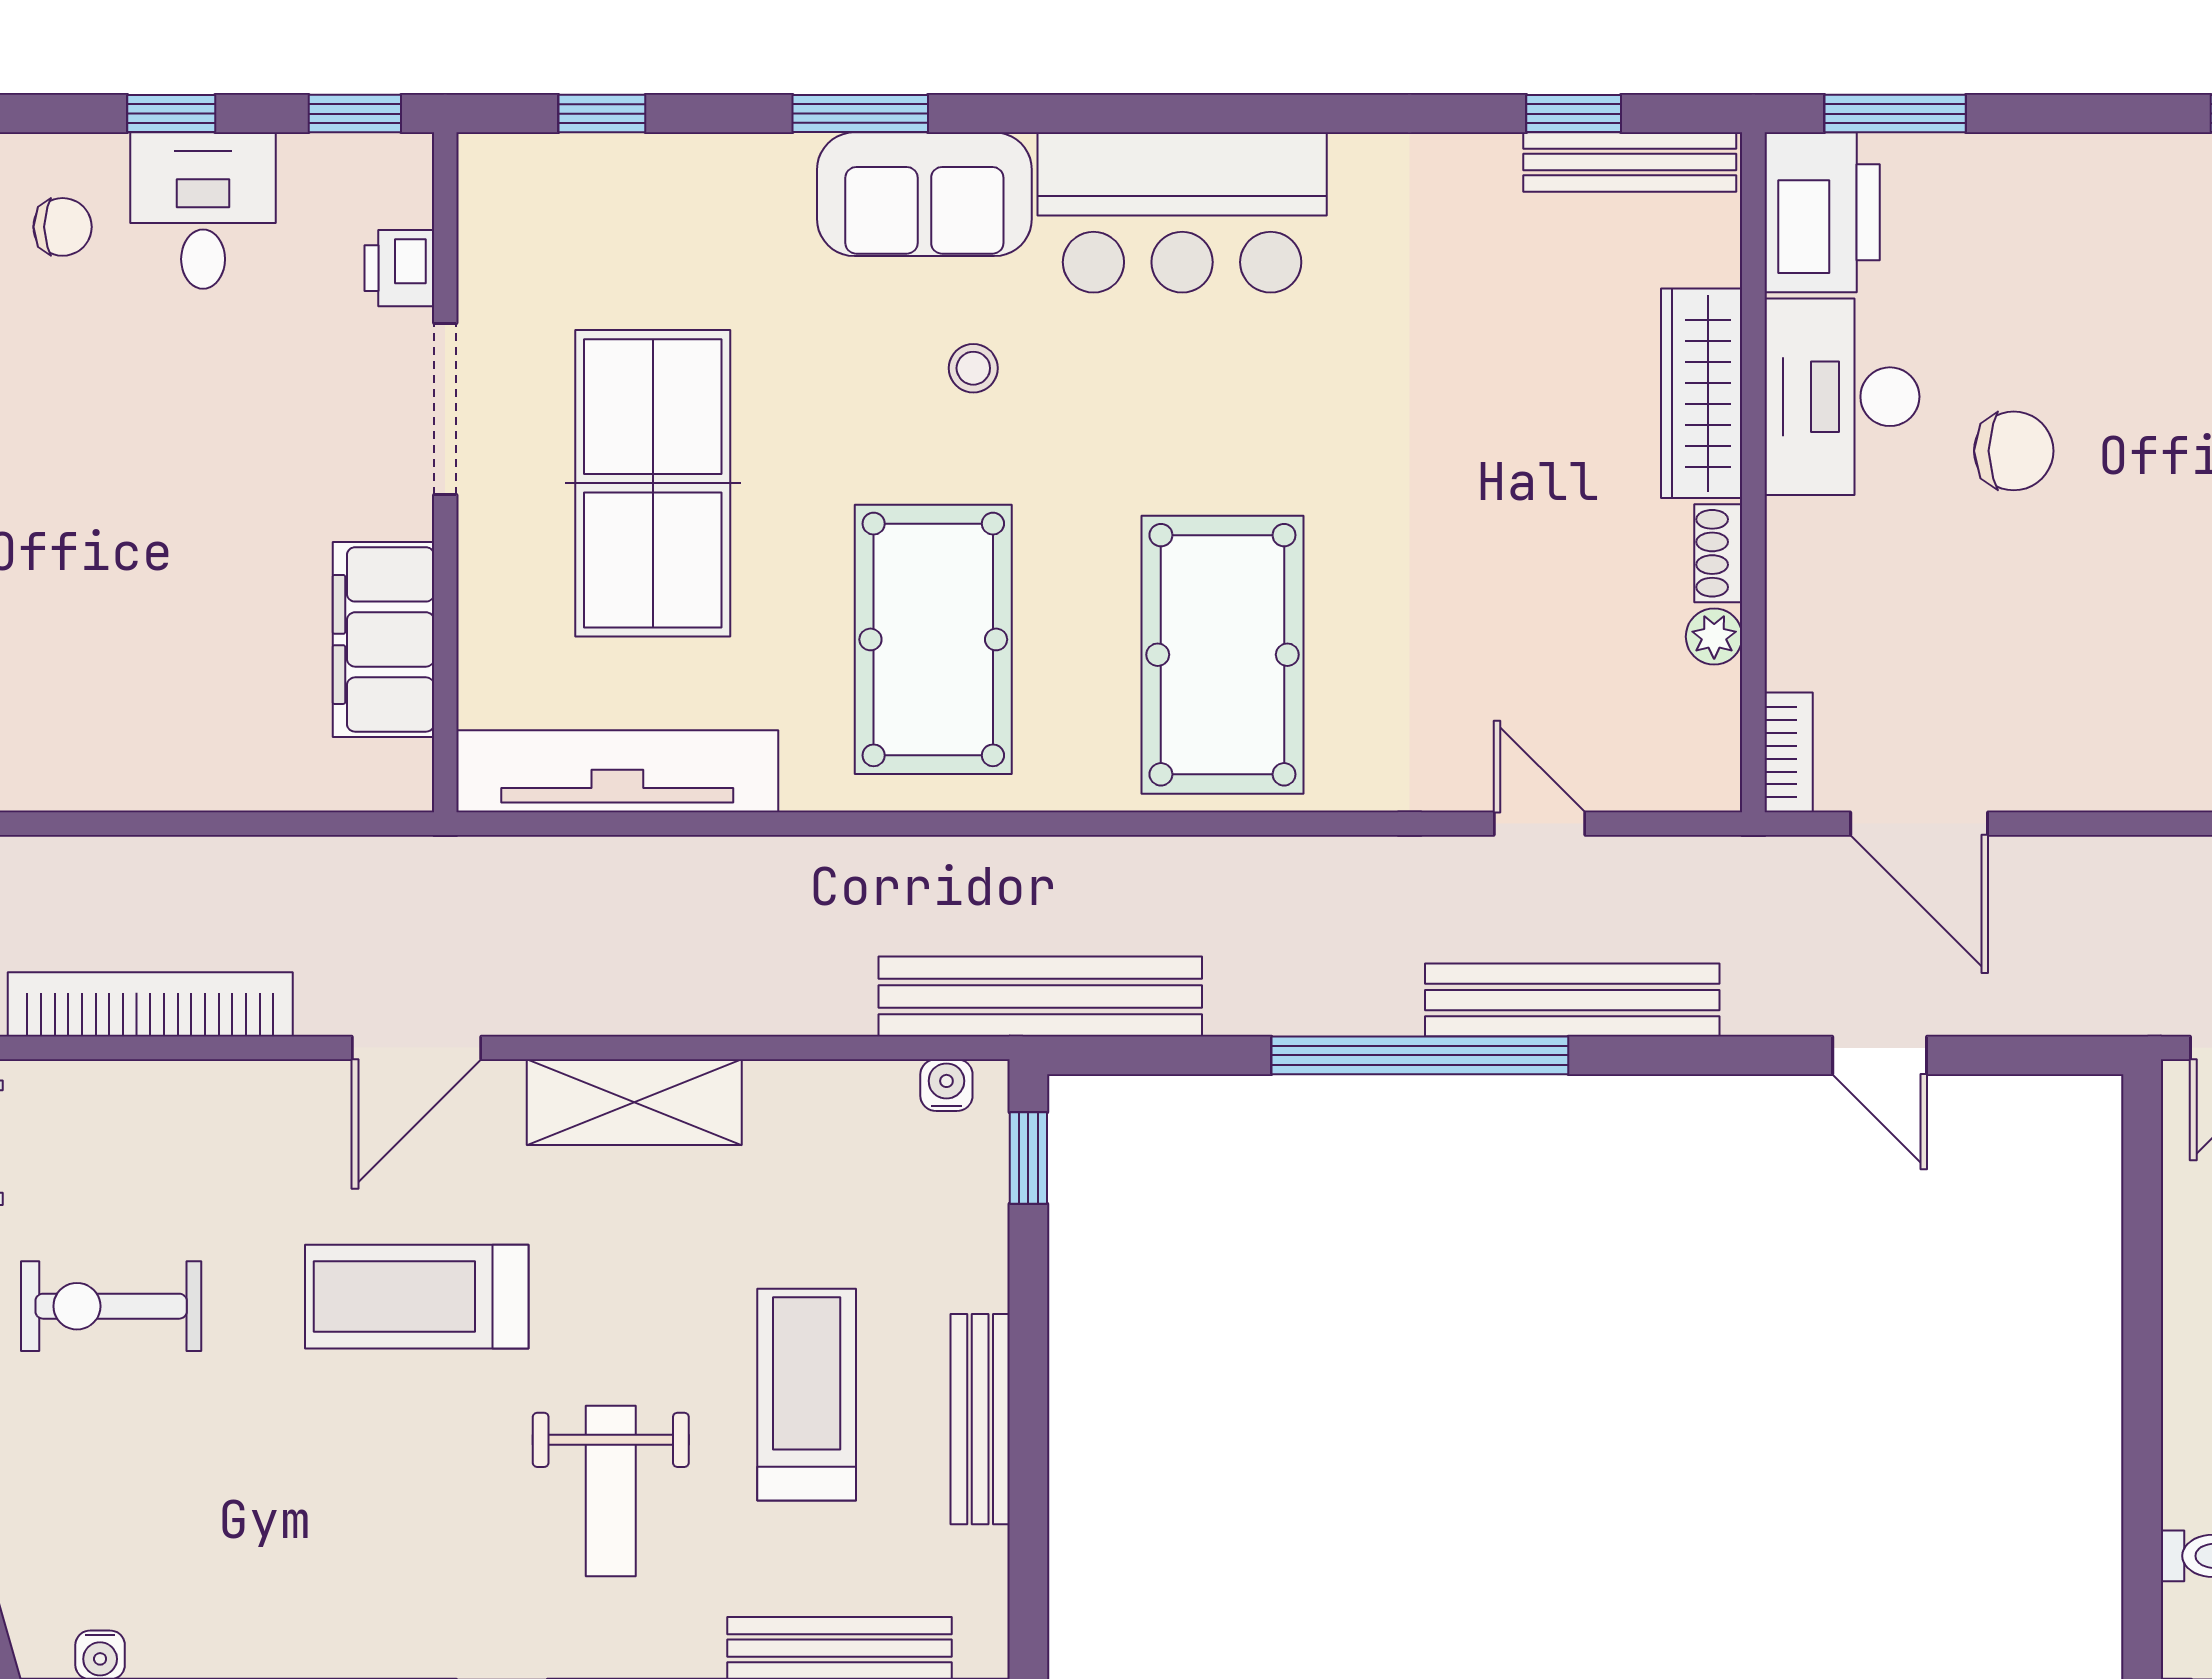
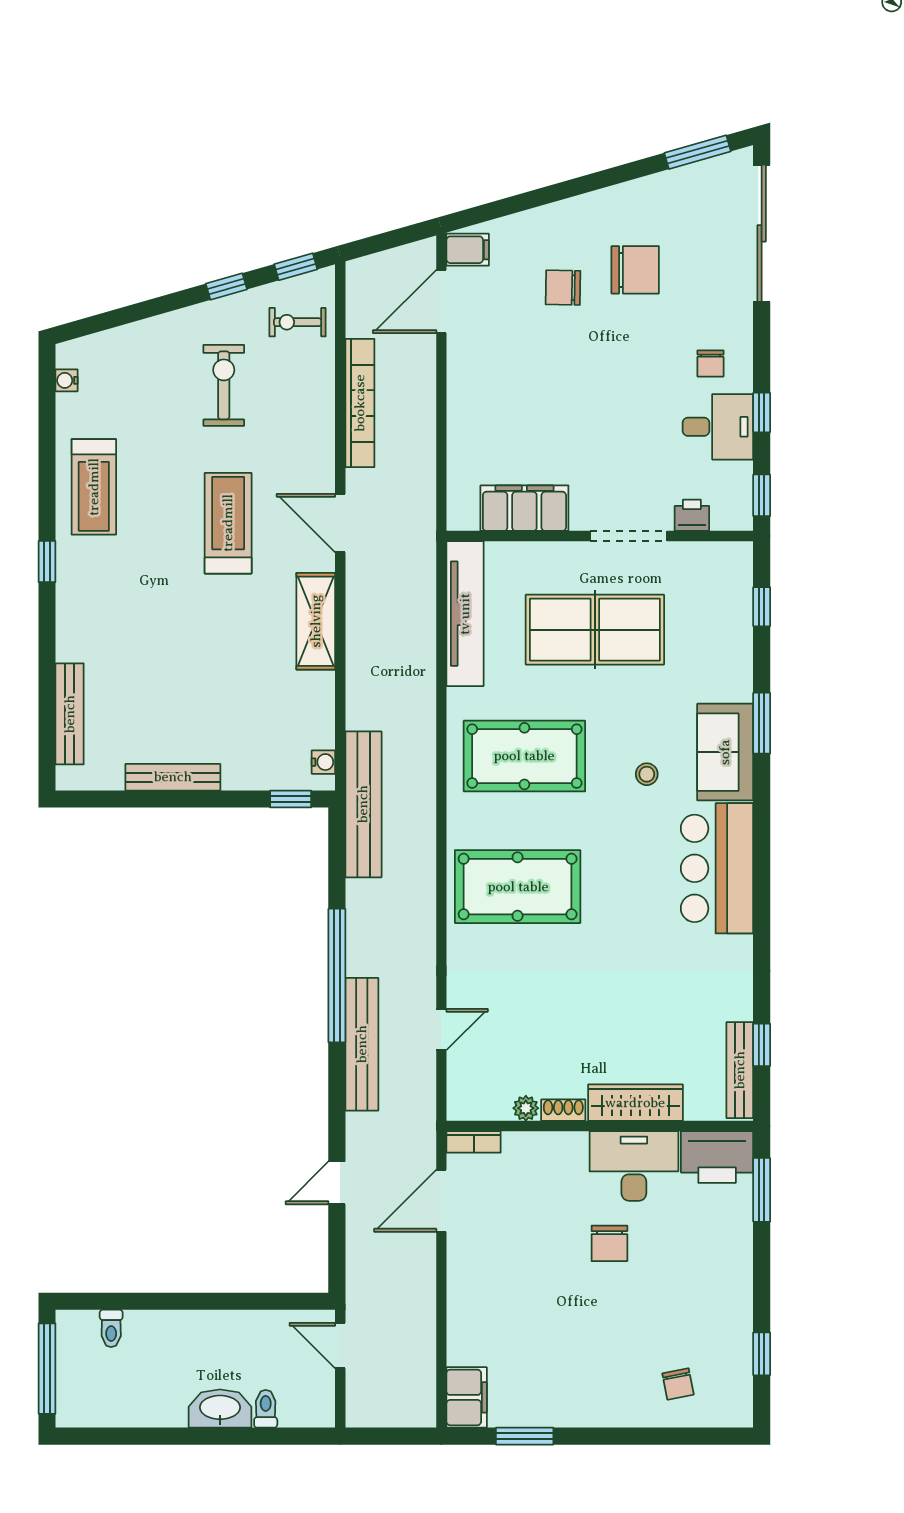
treadmill: (807, 1395) -> (94, 487), moved, turned 90
weight bench: (611, 1491) -> (140, 611), removed

